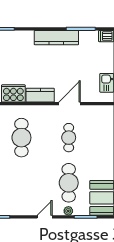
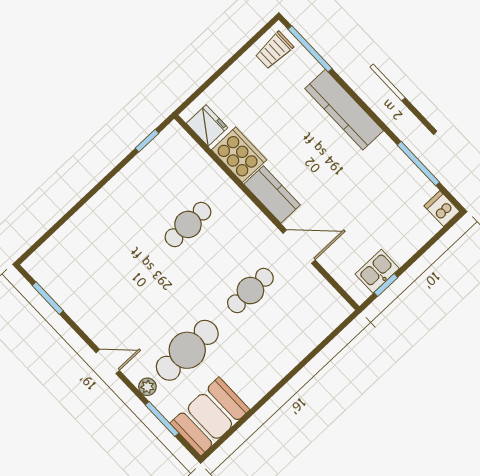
kitchen counter: (56, 38) -> (344, 110), moved
cafe table: (21, 138) -> (188, 224), width x0.73, depth x0.74

